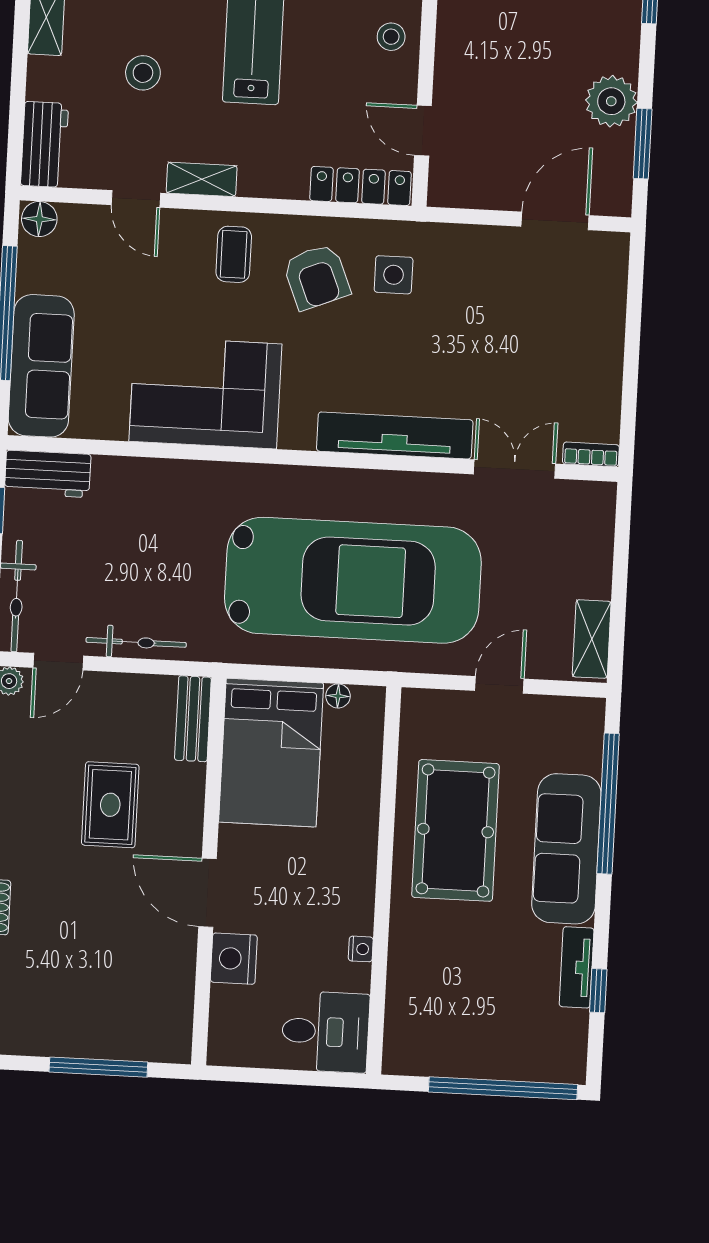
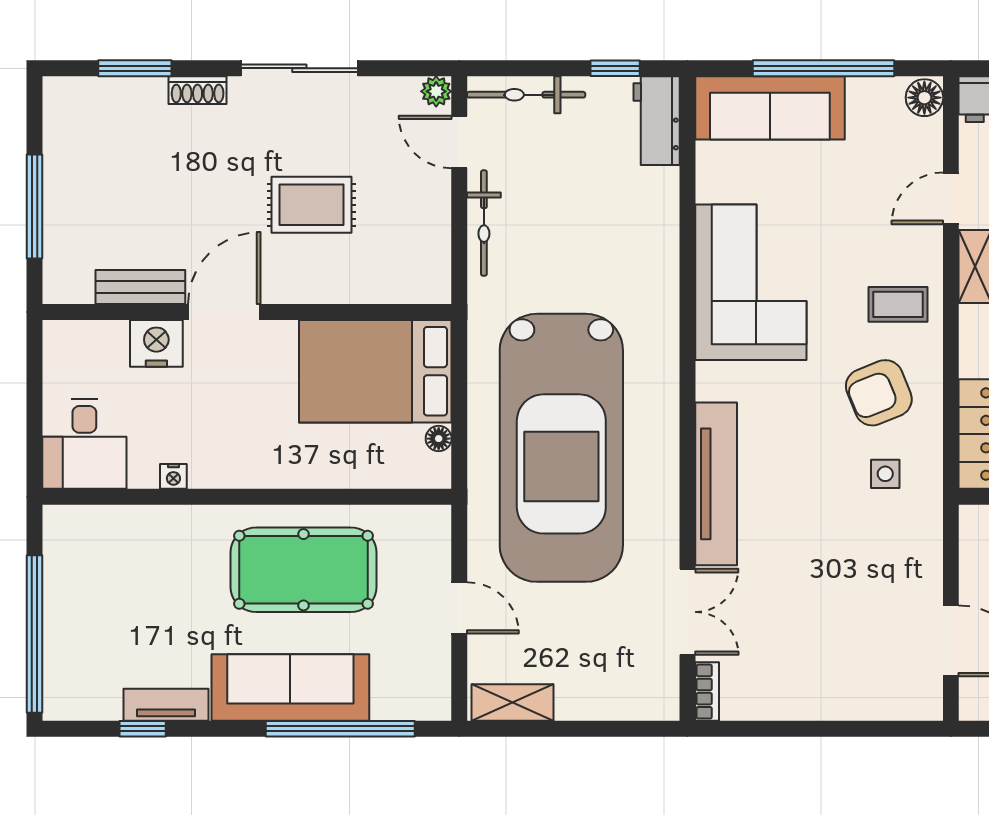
side table: (394, 275) -> (885, 474), width x0.73, depth x0.73
bench: (193, 719) -> (140, 287), moved

